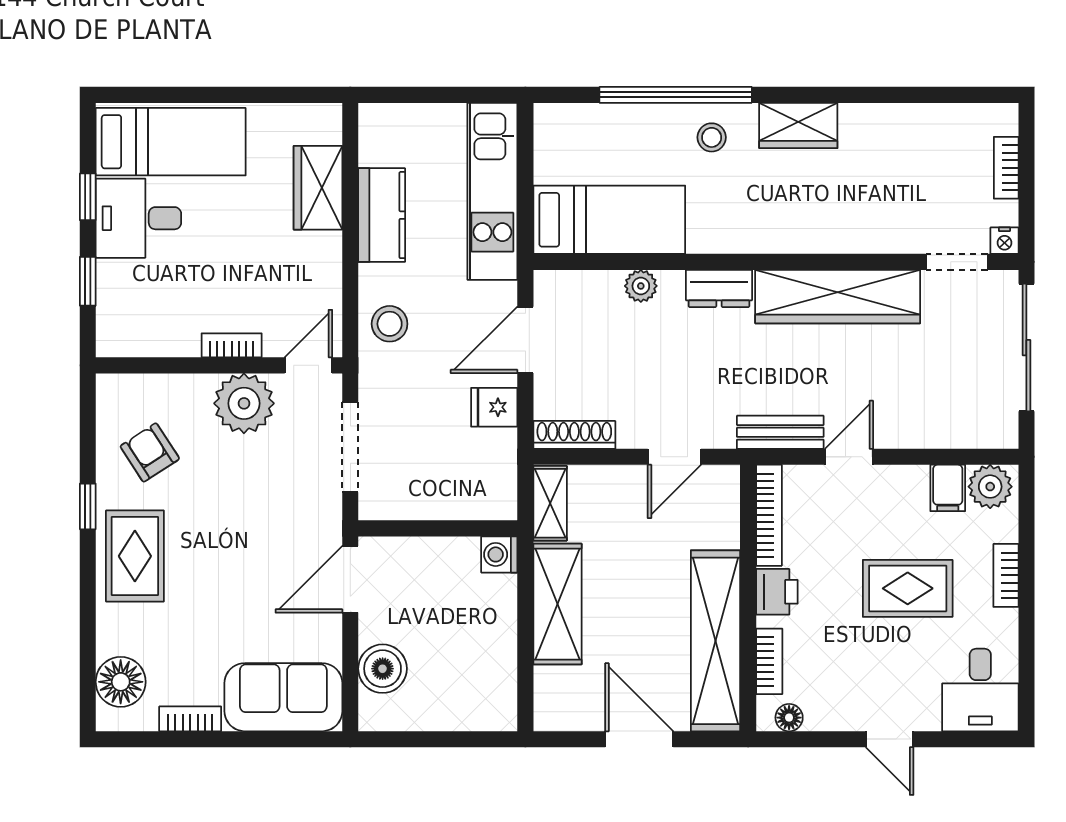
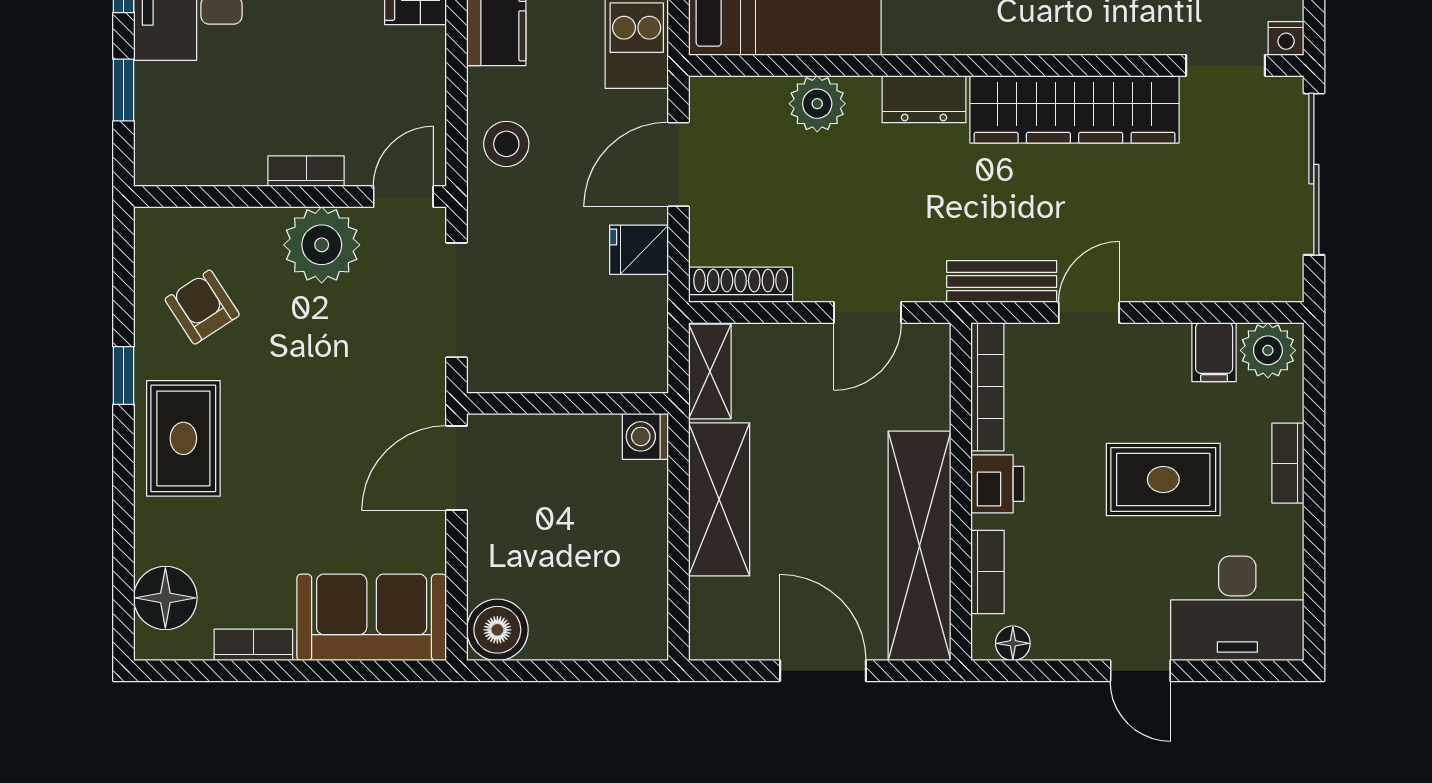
plant: (641, 286) -> (817, 104), width x1.38, depth x1.38
boiler: (383, 669) -> (497, 630), moved
desk: (980, 690) -> (1237, 608), width x1.37

